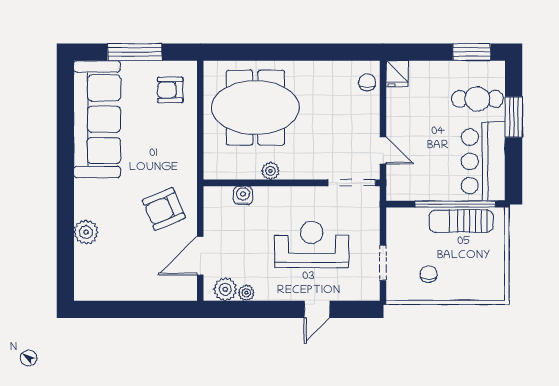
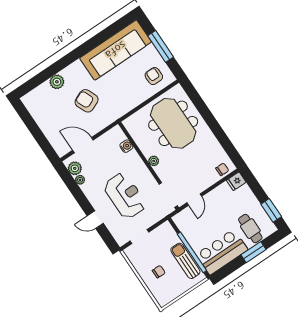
plant: (270, 171) -> (154, 161), moved
armchair: (164, 209) -> (87, 101), moved
chair: (429, 274) -> (159, 272), moved

